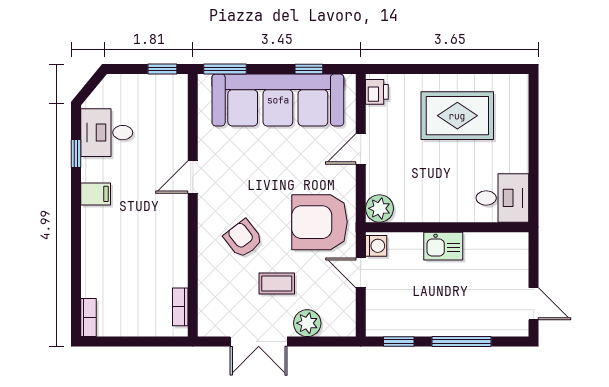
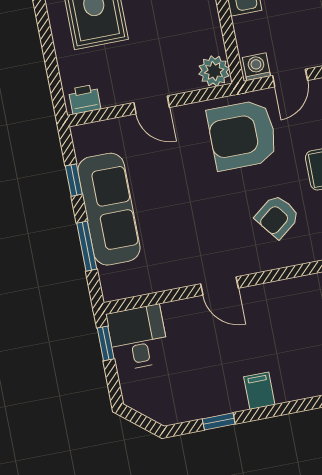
window: (225, 69) -> (87, 246), moved
sofa: (278, 100) -> (109, 209), width x0.74, depth x0.79
desk: (107, 133) -> (138, 338), moved, turned 180
armchair: (319, 222) -> (242, 135), turned 90

